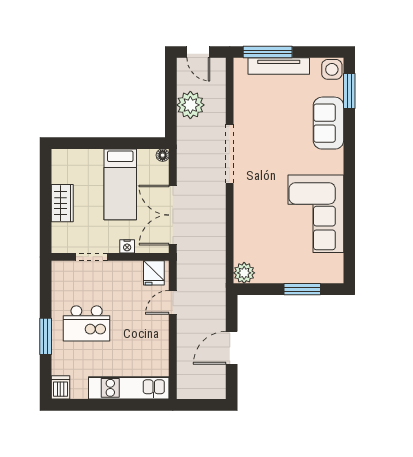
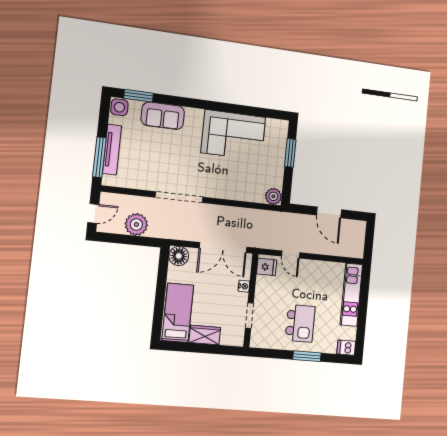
floor lamp: (163, 155) -> (179, 256), width x1.89, depth x1.89
bed: (120, 184) -> (178, 313), moved, turned -90

